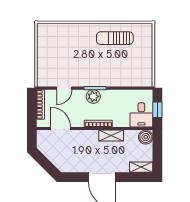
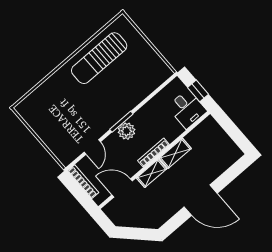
sun lounger: (115, 38) -> (99, 58), width x1.36, depth x1.34
boiler: (146, 137) -> (209, 126), removed
shelving: (141, 167) -> (152, 173), moved

